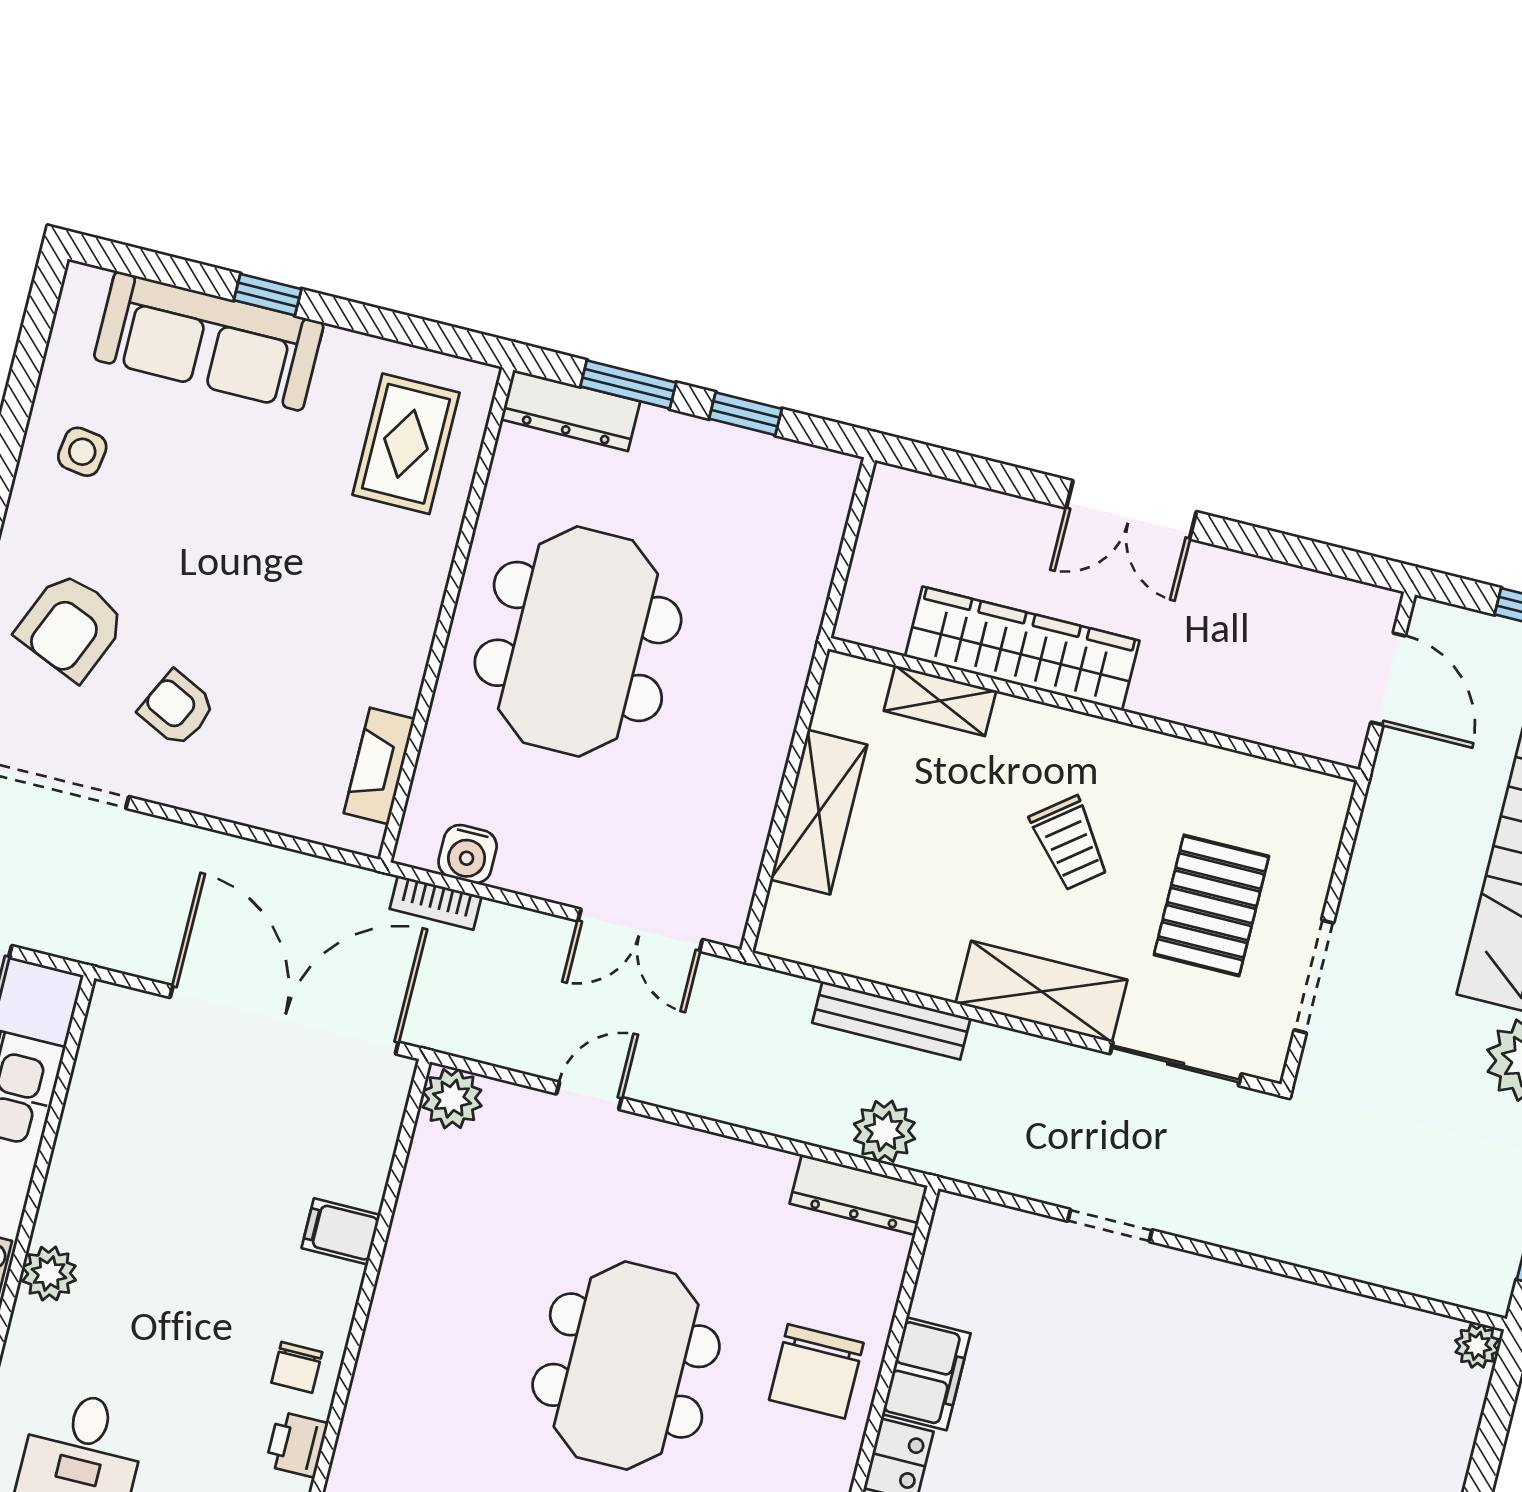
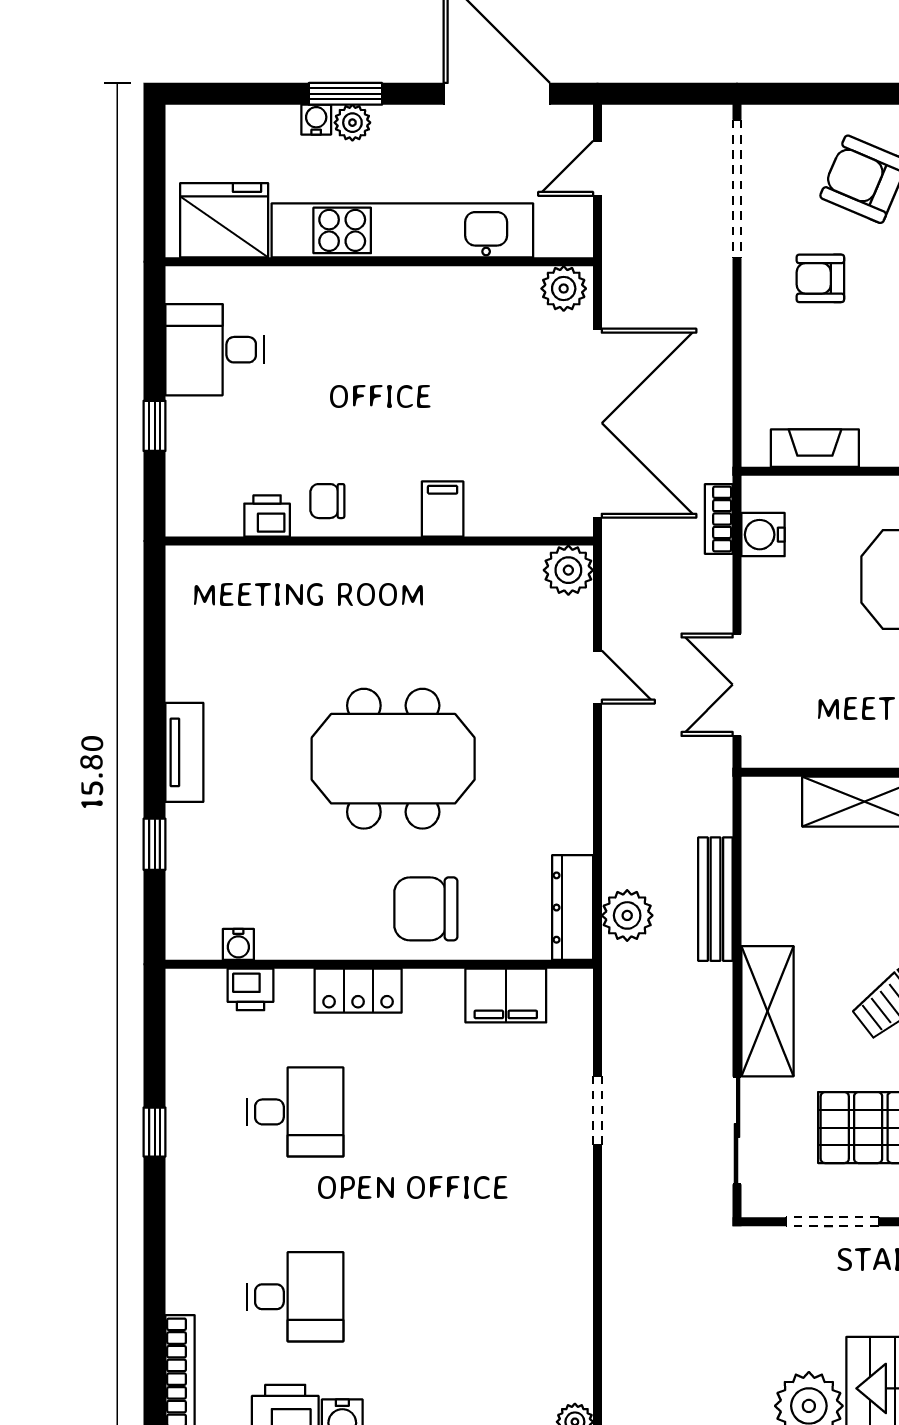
armchair: (177, 709) -> (820, 278), turned -116
plant: (49, 1274) -> (564, 289), moved
filing cabinet: (926, 1374) -> (506, 996), moved

